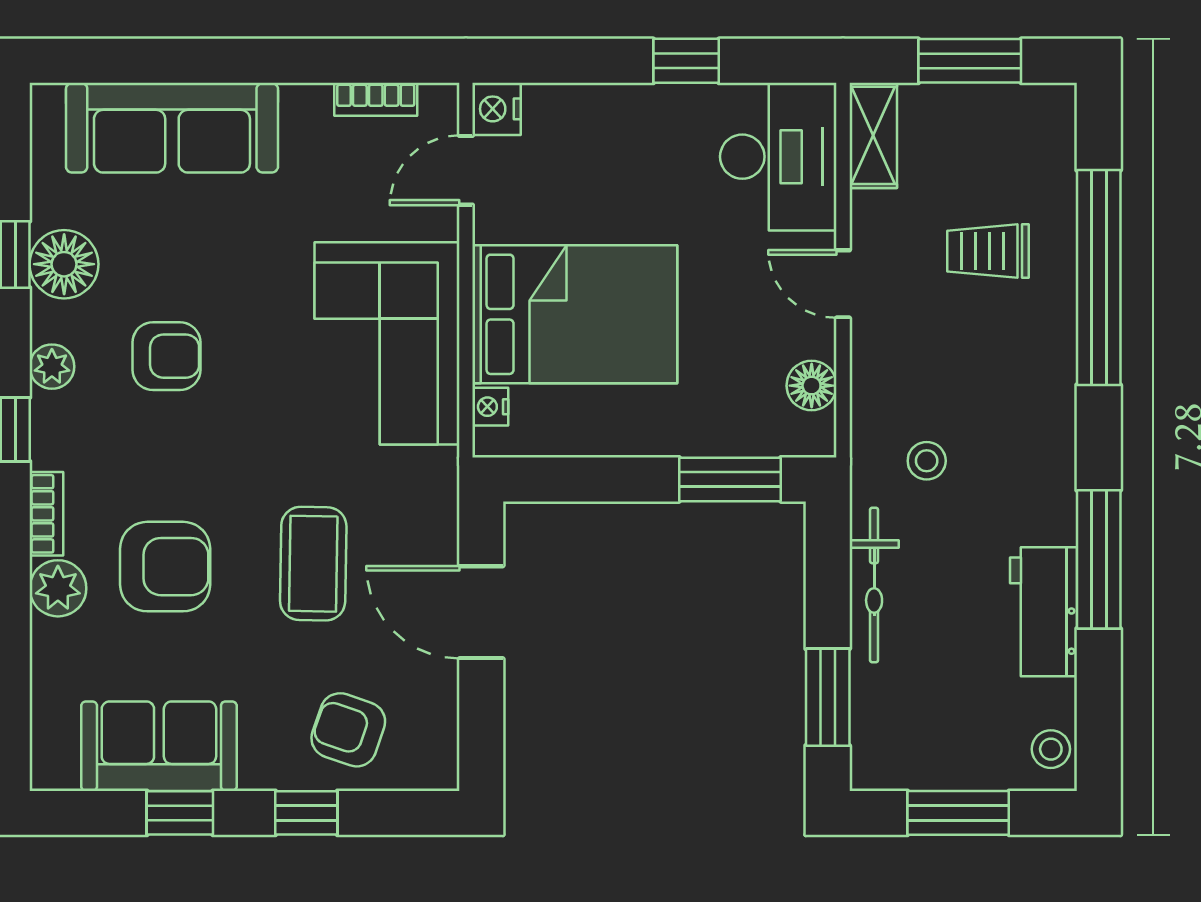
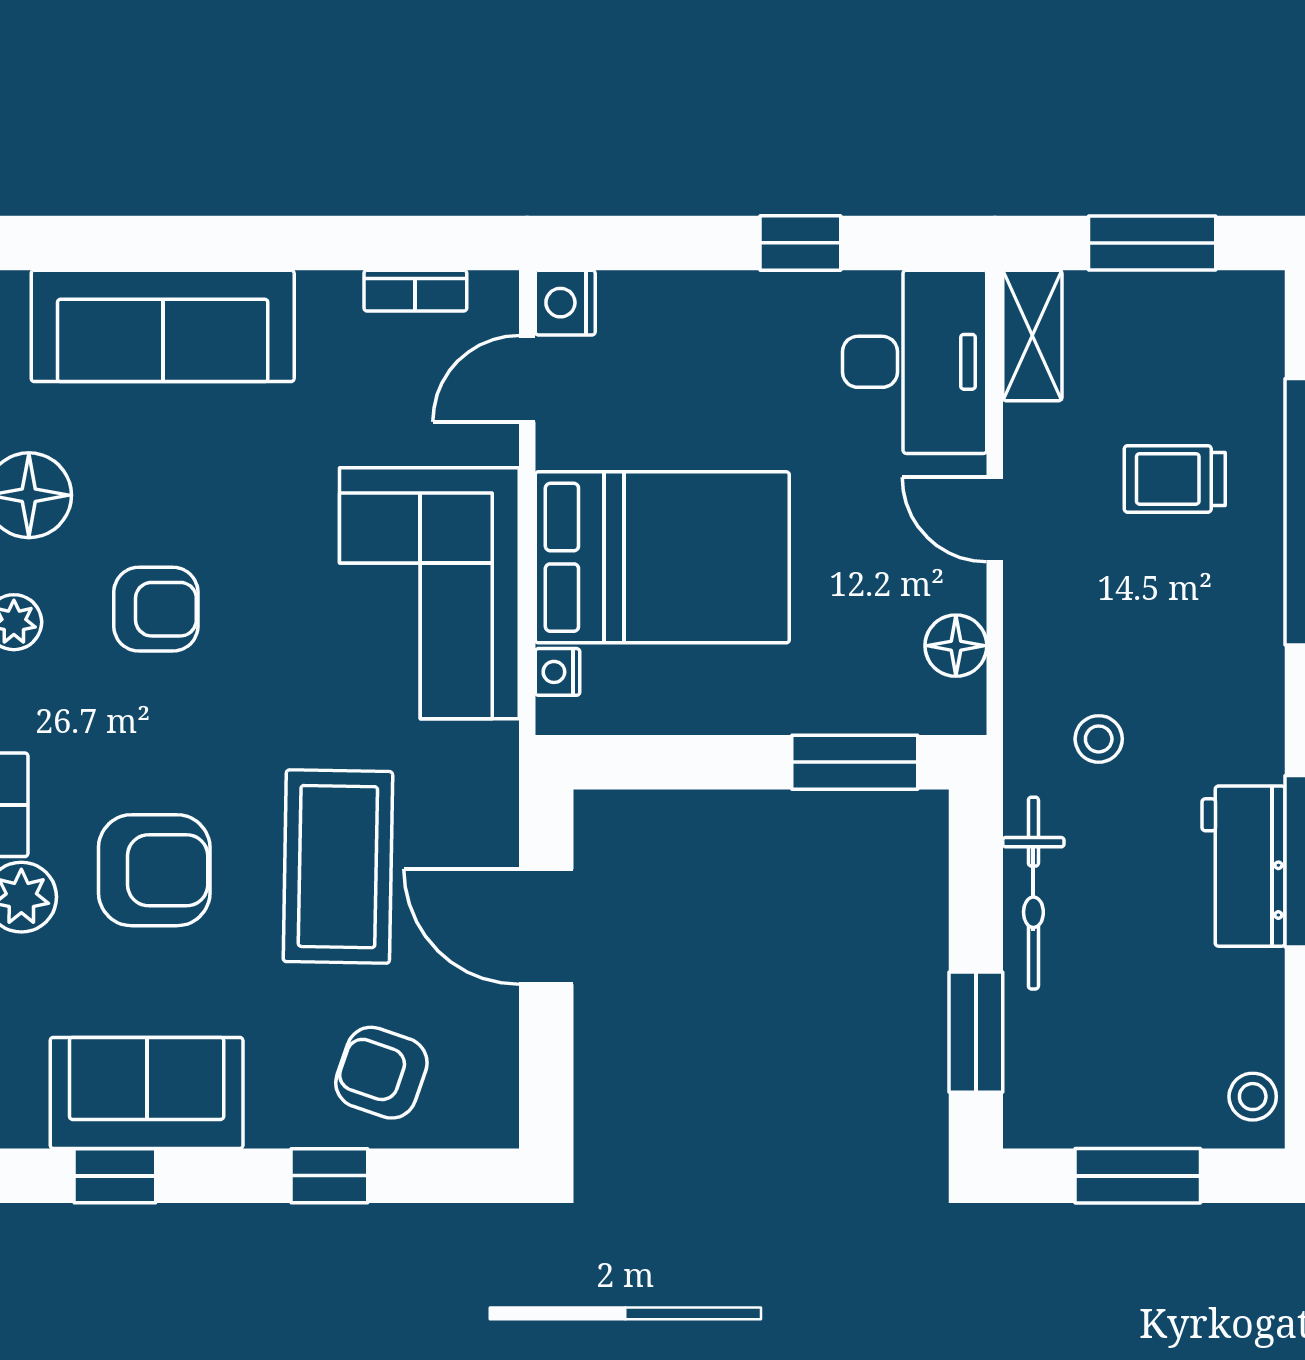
coffee table: (313, 564) -> (338, 867), width x1.36, depth x1.32
workbench: (1043, 612) -> (1244, 866), moved
window: (180, 813) -> (115, 1176), moved

